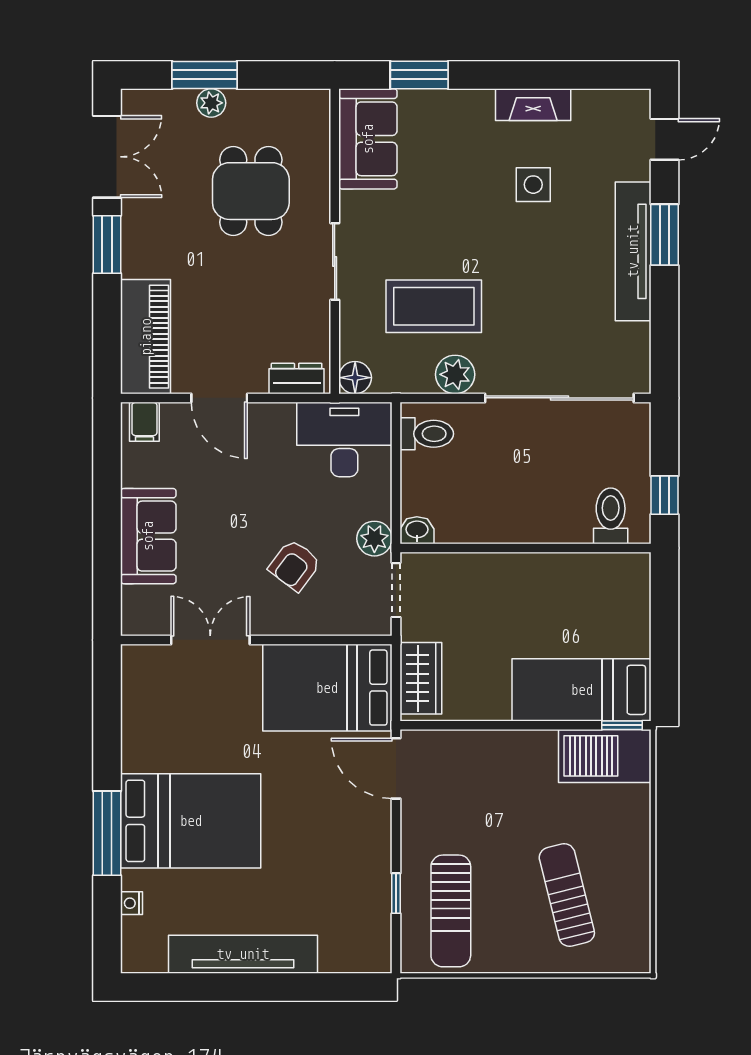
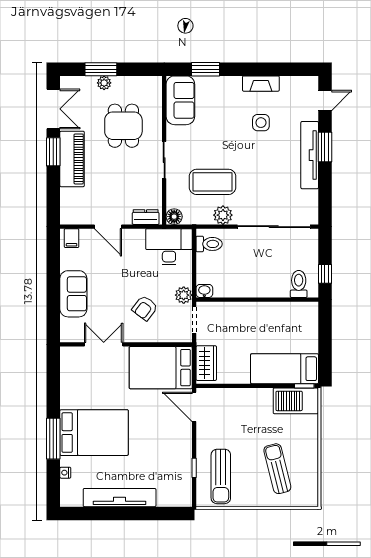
piano: (146, 337) -> (72, 159), moved

